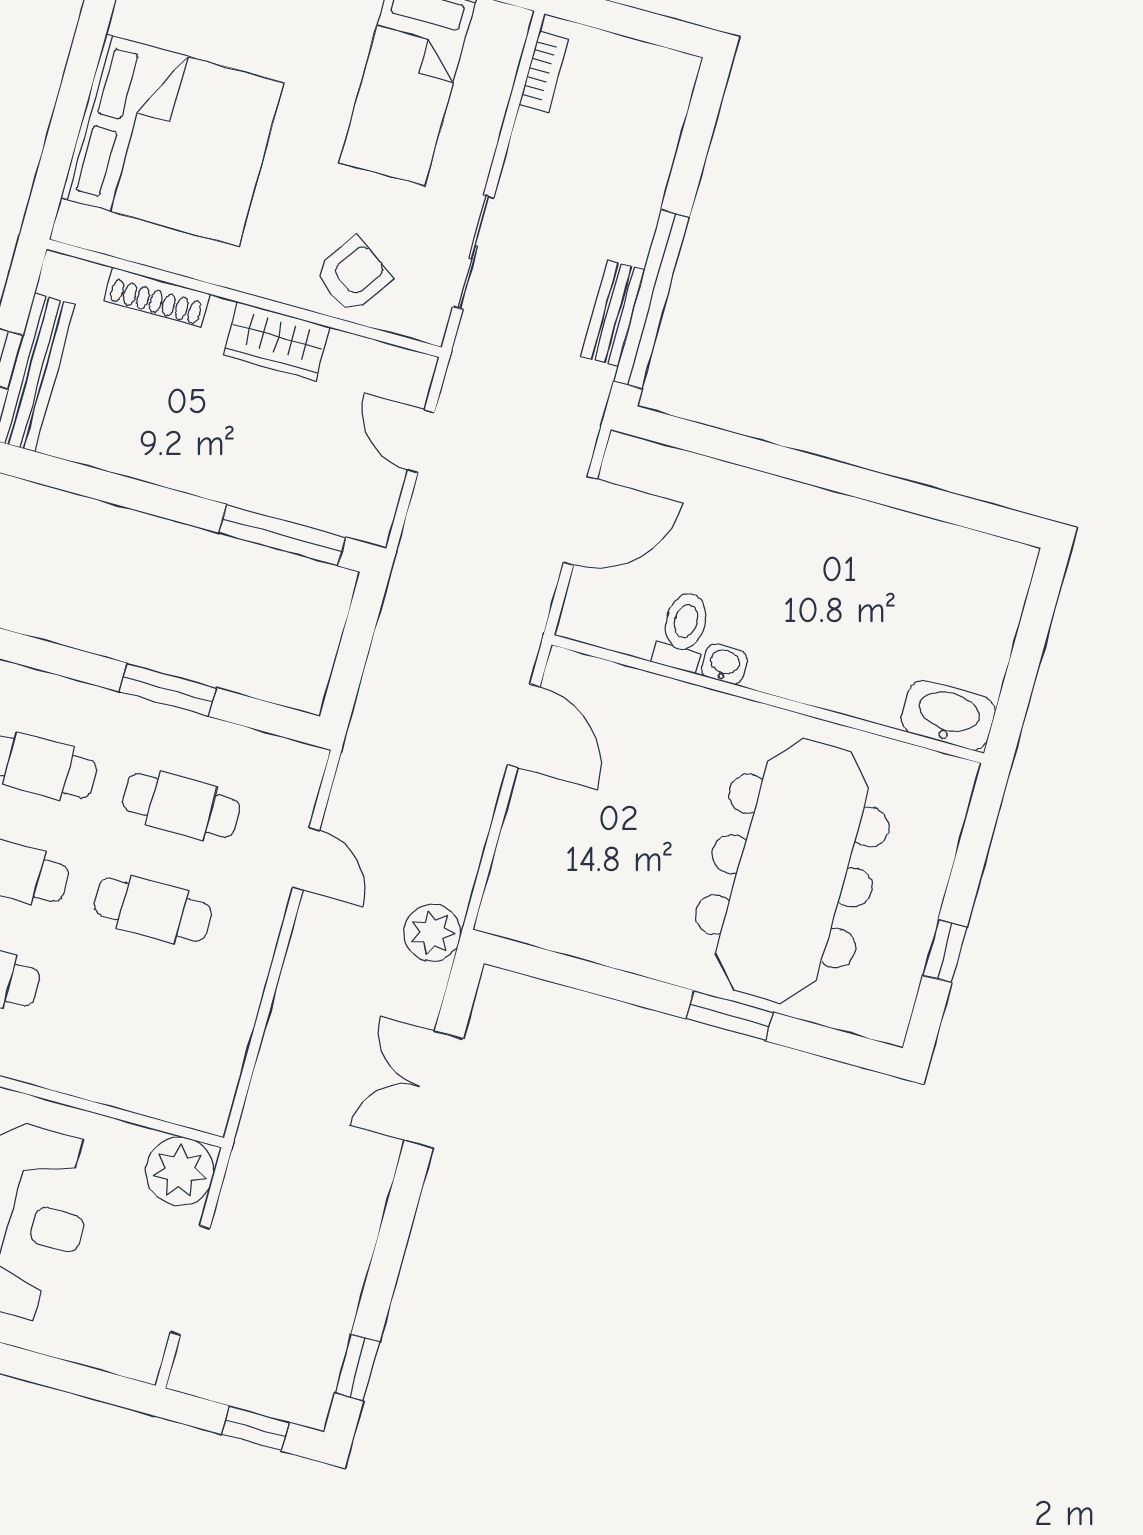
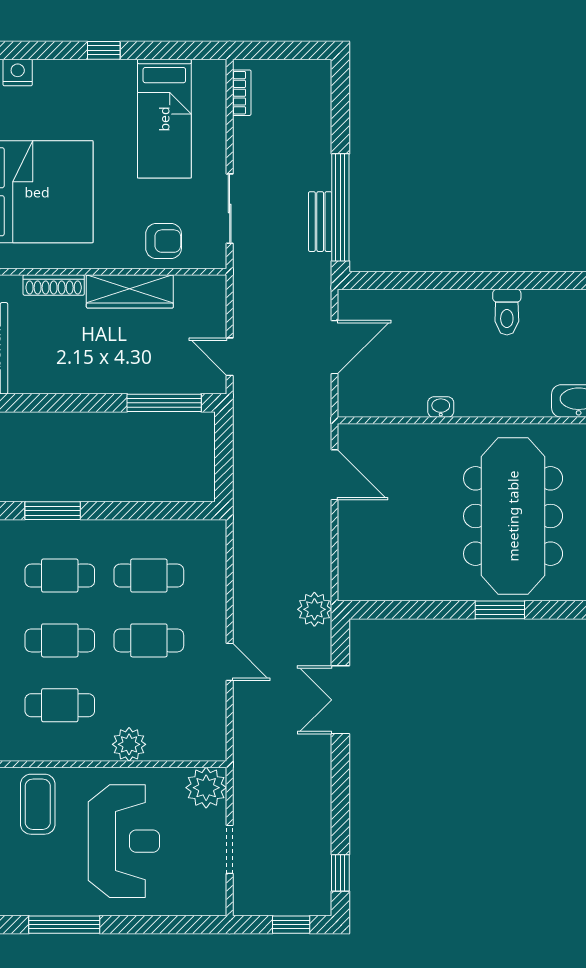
armchair: (353, 275) -> (164, 241), turned 55
wardrobe: (276, 341) -> (130, 291), width x1.50
door: (421, 441) -> (230, 357), moved
toilet: (683, 631) -> (507, 312), moved, turned 180
window: (168, 690) -> (53, 511), moved
door: (306, 859) -> (230, 662), moved
plant: (75, 1068) -> (129, 744), added
doorway: (190, 1280) -> (230, 849), width x0.73

